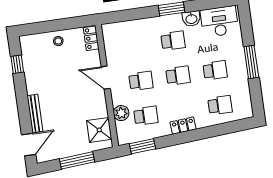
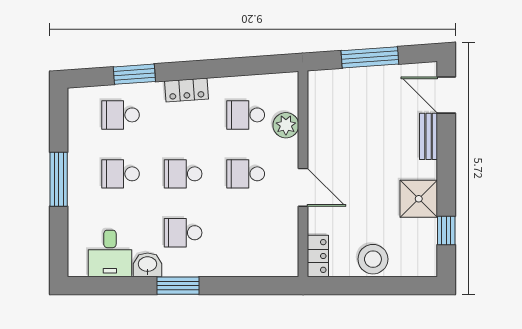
desk: (219, 22) -> (110, 253), width x0.73
stool: (58, 41) -> (373, 259), width x1.89, depth x1.89
bench: (35, 113) -> (429, 136), width x0.73
shower: (99, 130) -> (419, 199), moved
door: (29, 145) -> (446, 95), hinge flipped
window: (143, 146) -> (134, 74), moved

